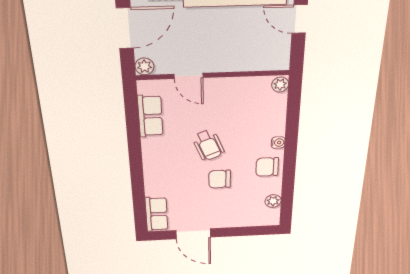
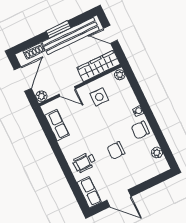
wardrobe: (256, 59) -> (99, 66), added
side table: (233, 103) -> (99, 97), added
wheelchair: (208, 145) -> (84, 162), moved, turned 110

